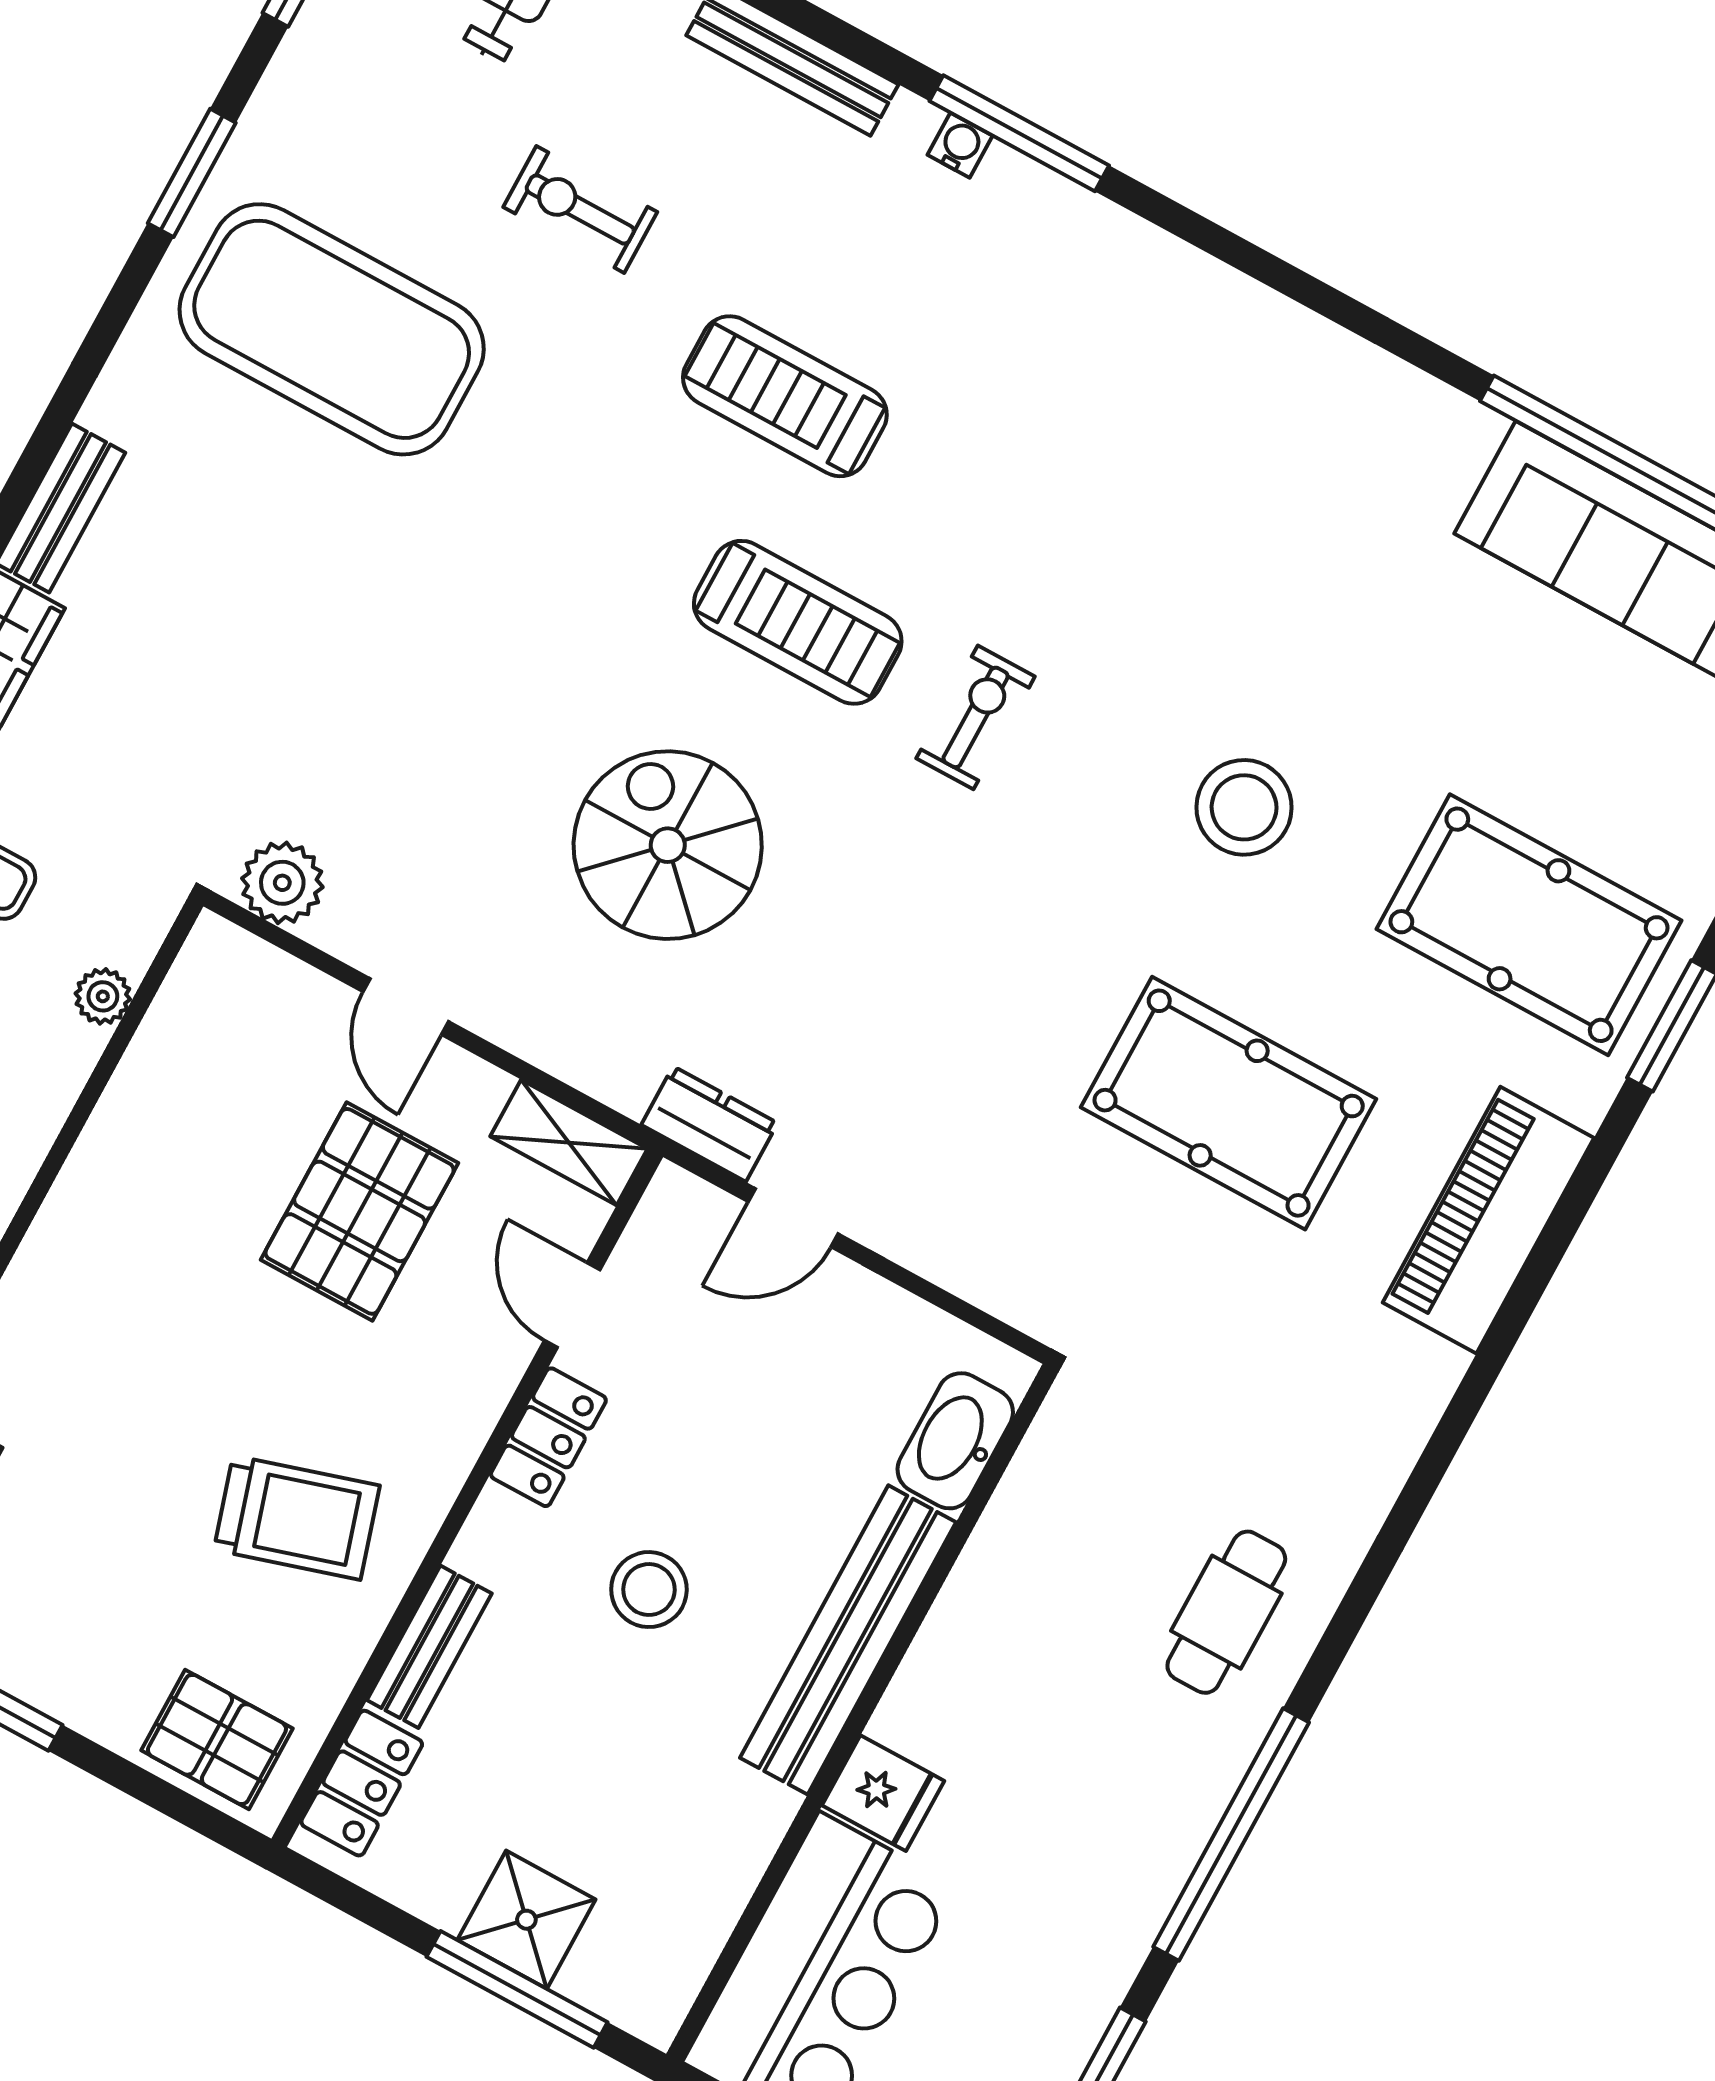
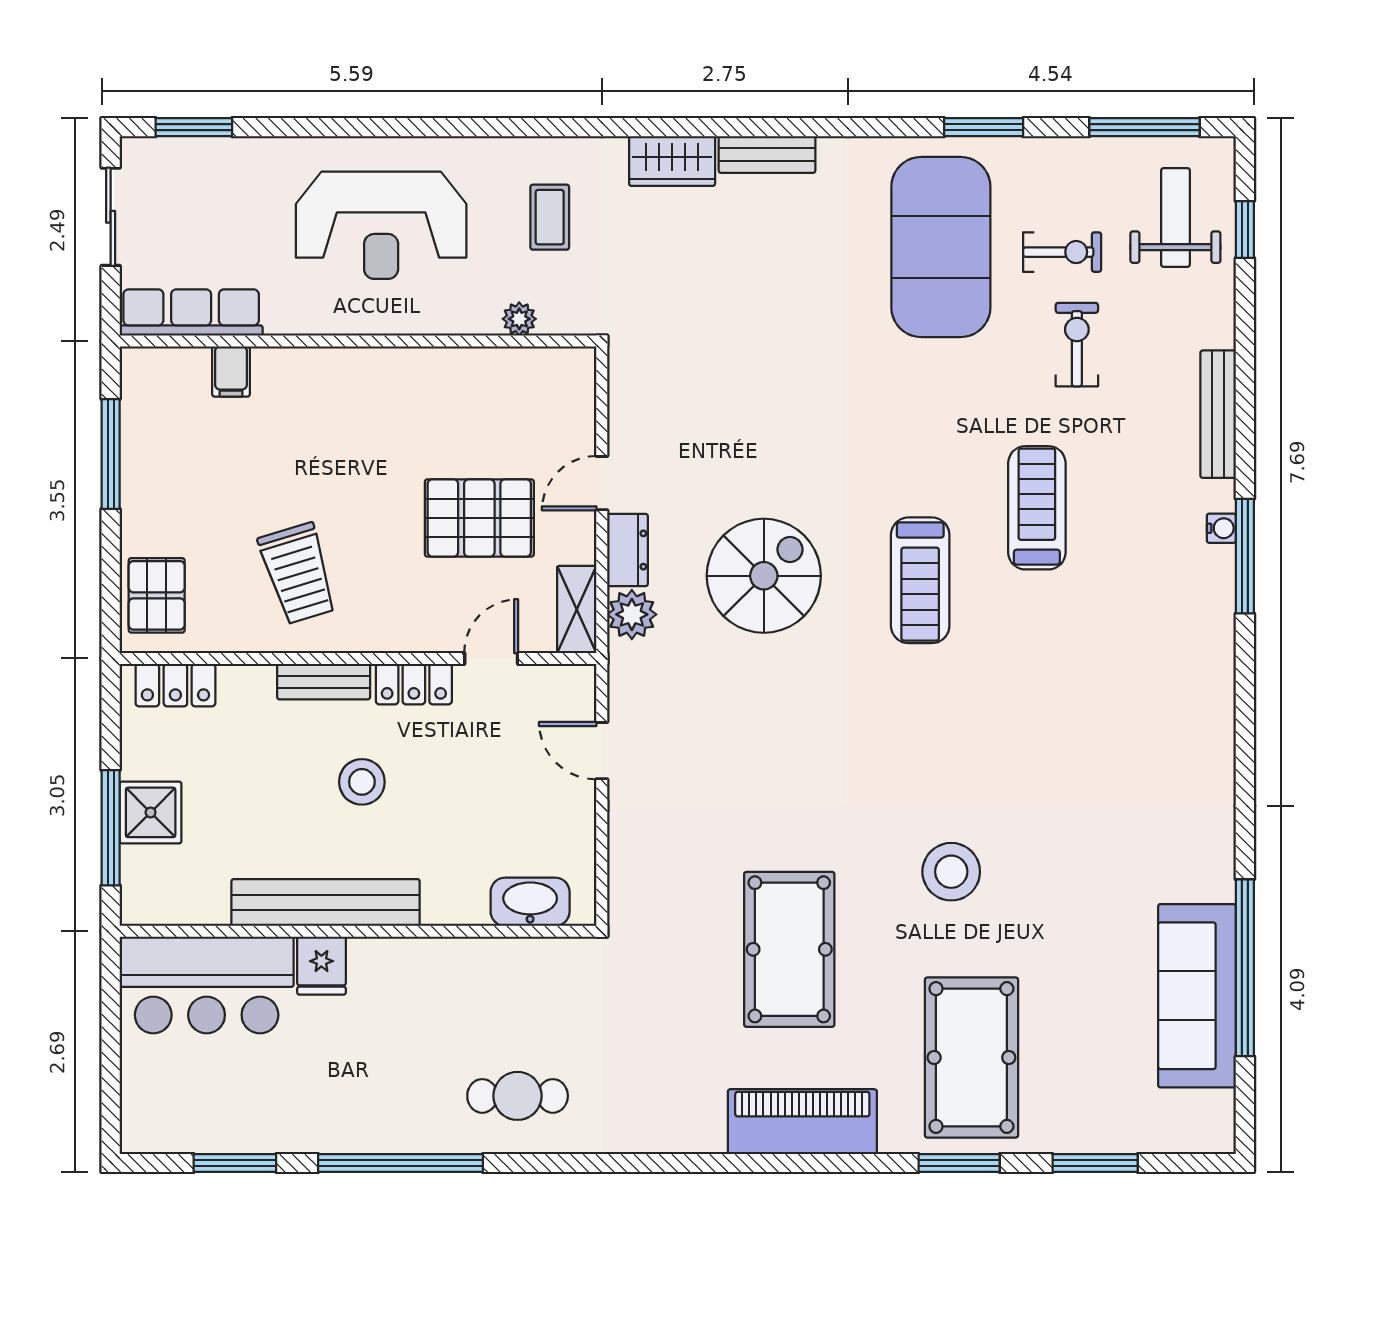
exercise bike: (976, 717) -> (1062, 252), moved
plant: (282, 883) -> (632, 614), moved
dresser: (710, 1124) -> (627, 550), moved
bench: (848, 1640) -> (326, 903), moved
bench: (429, 1647) -> (324, 682), moved

